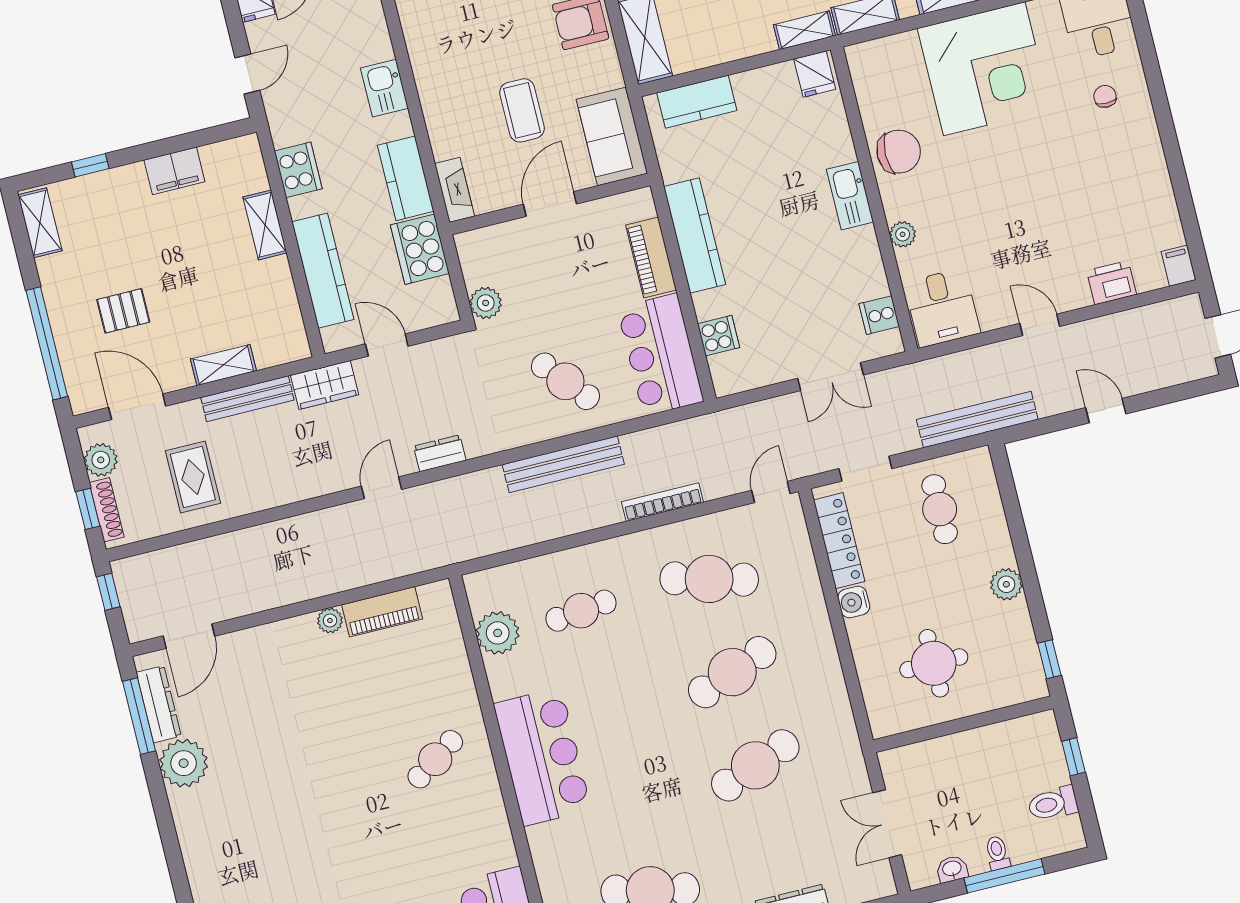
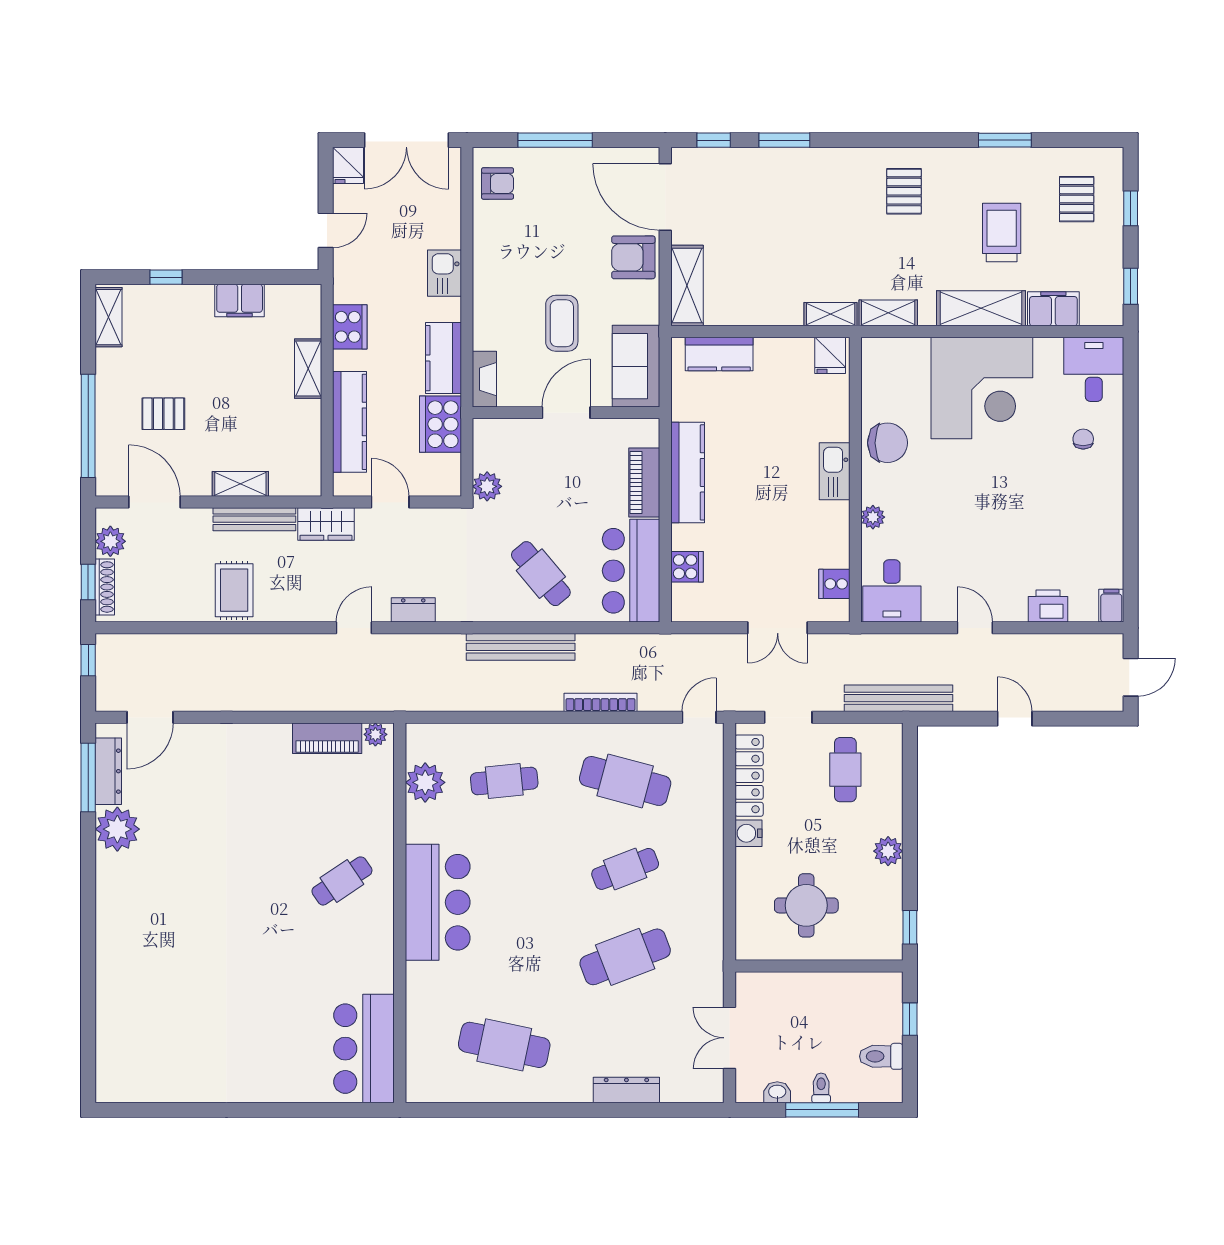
rug: (193, 477) -> (234, 590), moved
plant: (330, 620) -> (375, 734), moved
cafe table: (732, 672) -> (625, 869), width x0.73, depth x0.74

